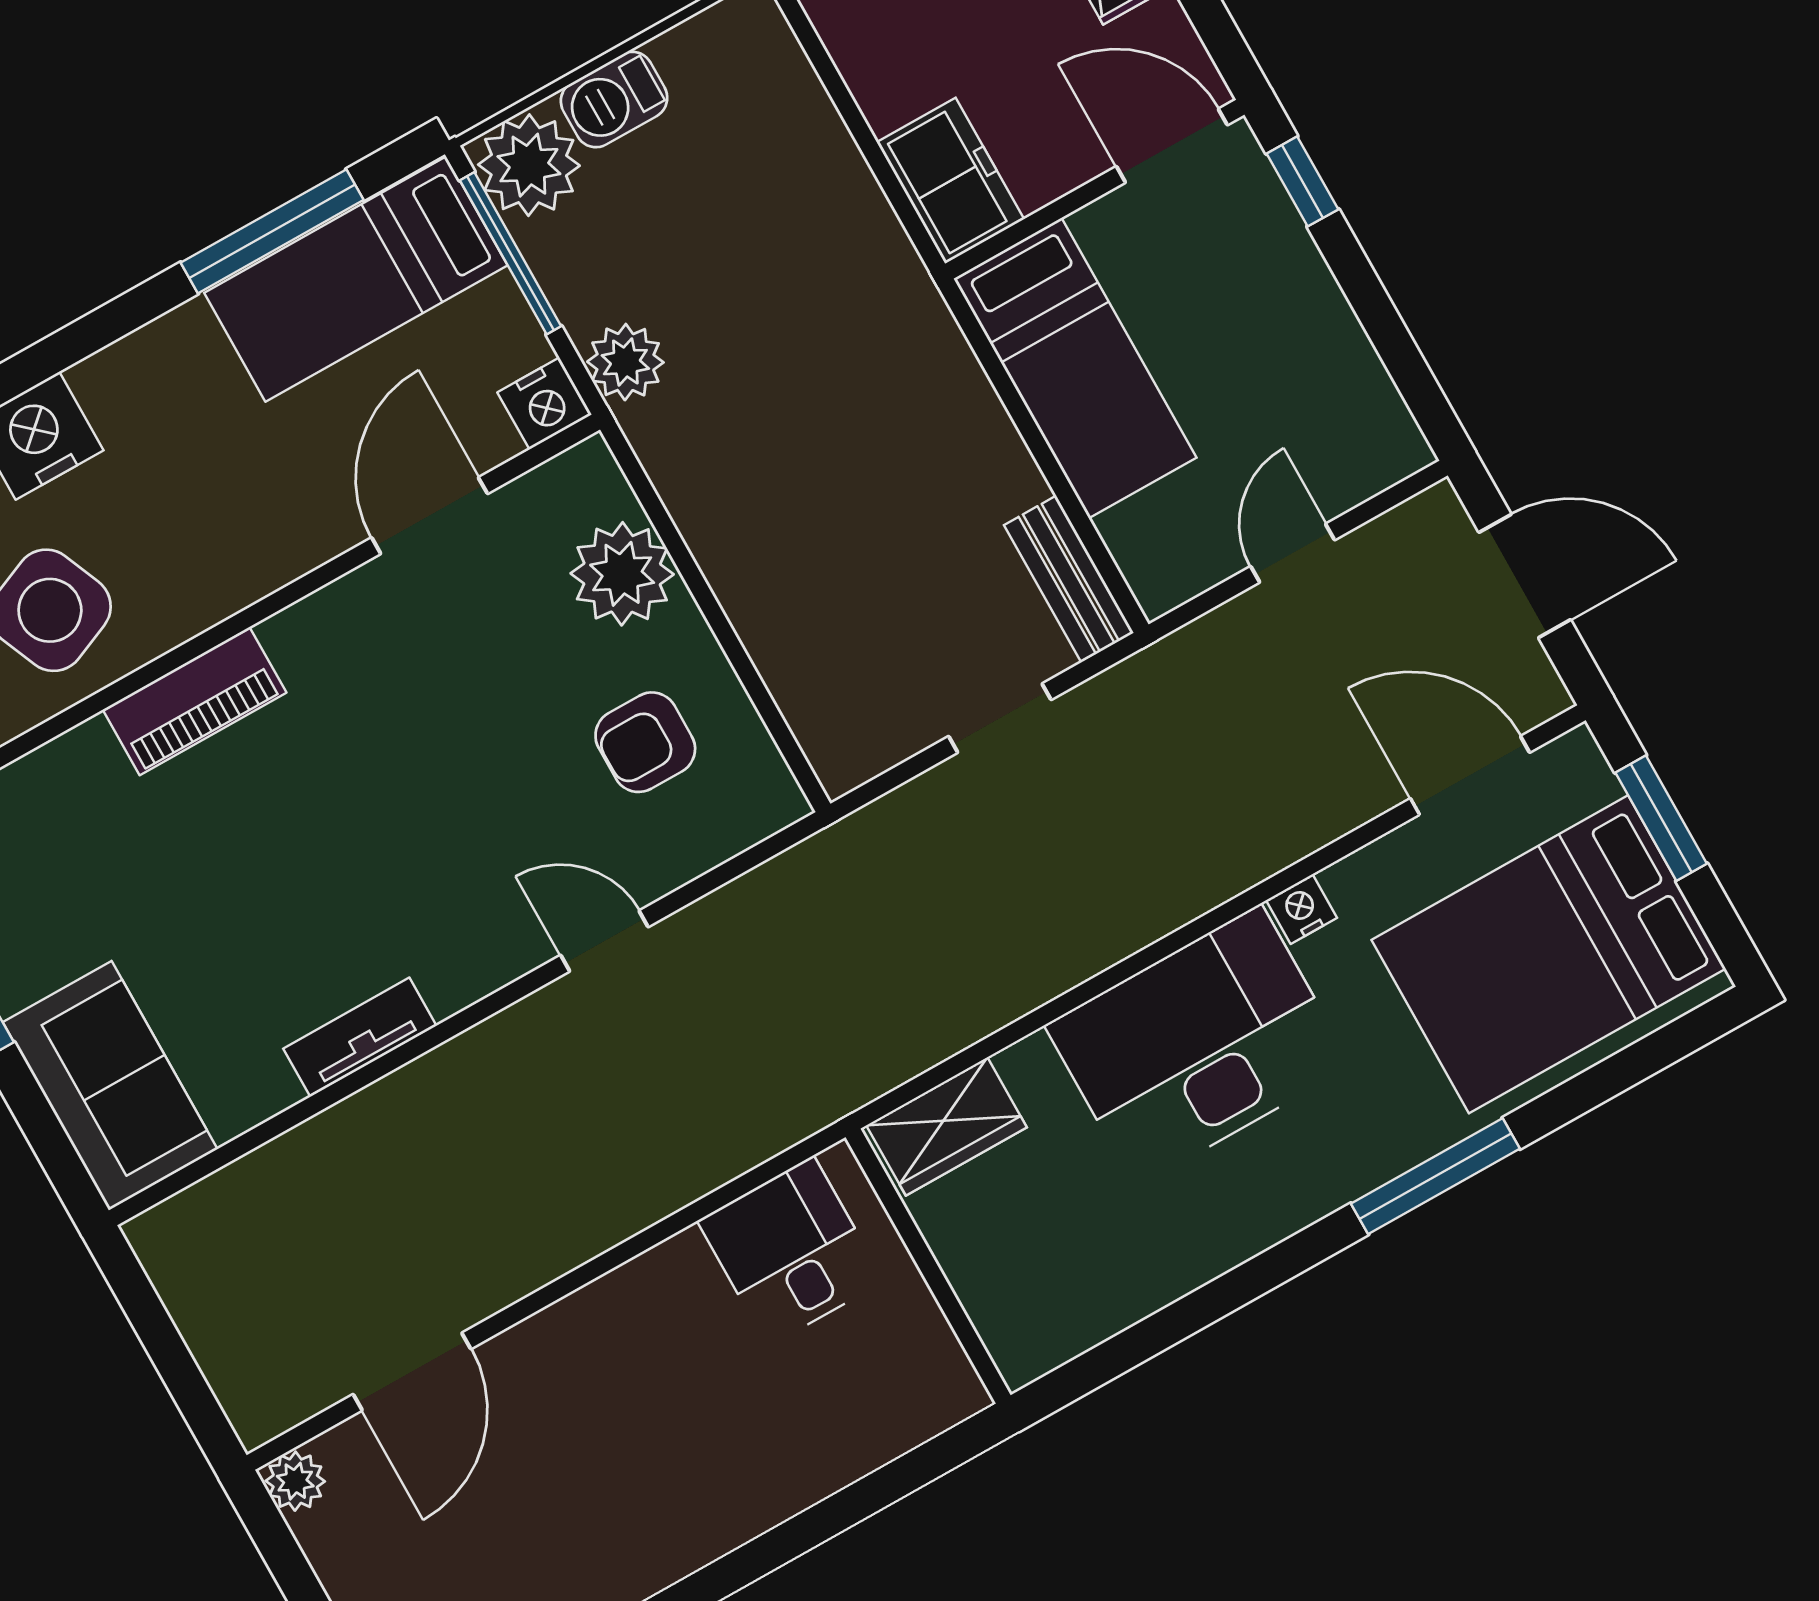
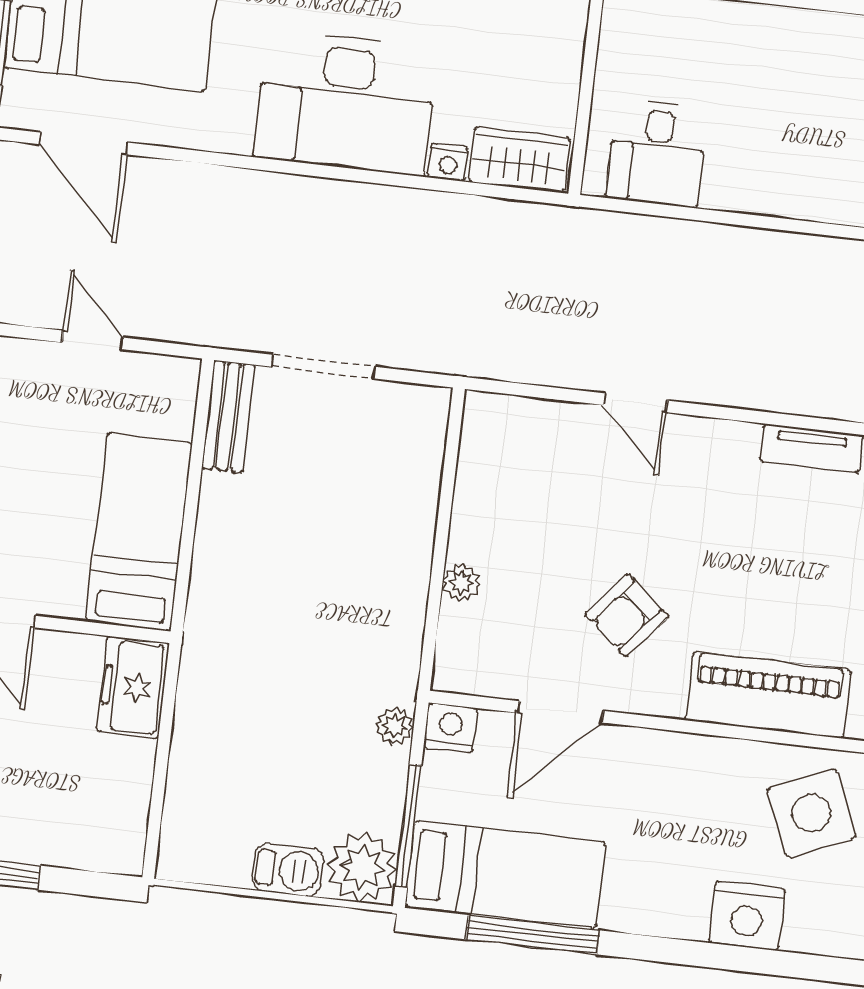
plant: (625, 362) -> (395, 726), width x0.73, depth x0.73
door: (1293, 553) -> (93, 340), swing flipped
plant: (622, 574) -> (462, 582), width x0.53, depth x0.53
piano: (195, 701) -> (768, 695), width x1.37, depth x1.33
doorway: (1000, 718) -> (323, 367), width x1.38
armchair: (645, 742) -> (627, 615), moved, turned 130
nightstand: (1302, 909) -> (448, 162), moved

